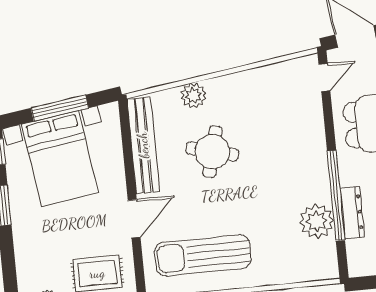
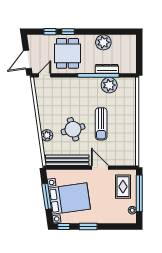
door: (324, 78) -> (45, 75), hinge flipped
round table: (212, 152) -> (73, 129), turned -30
sun lounger: (203, 255) -> (101, 124), moved, width x0.73, depth x0.75

